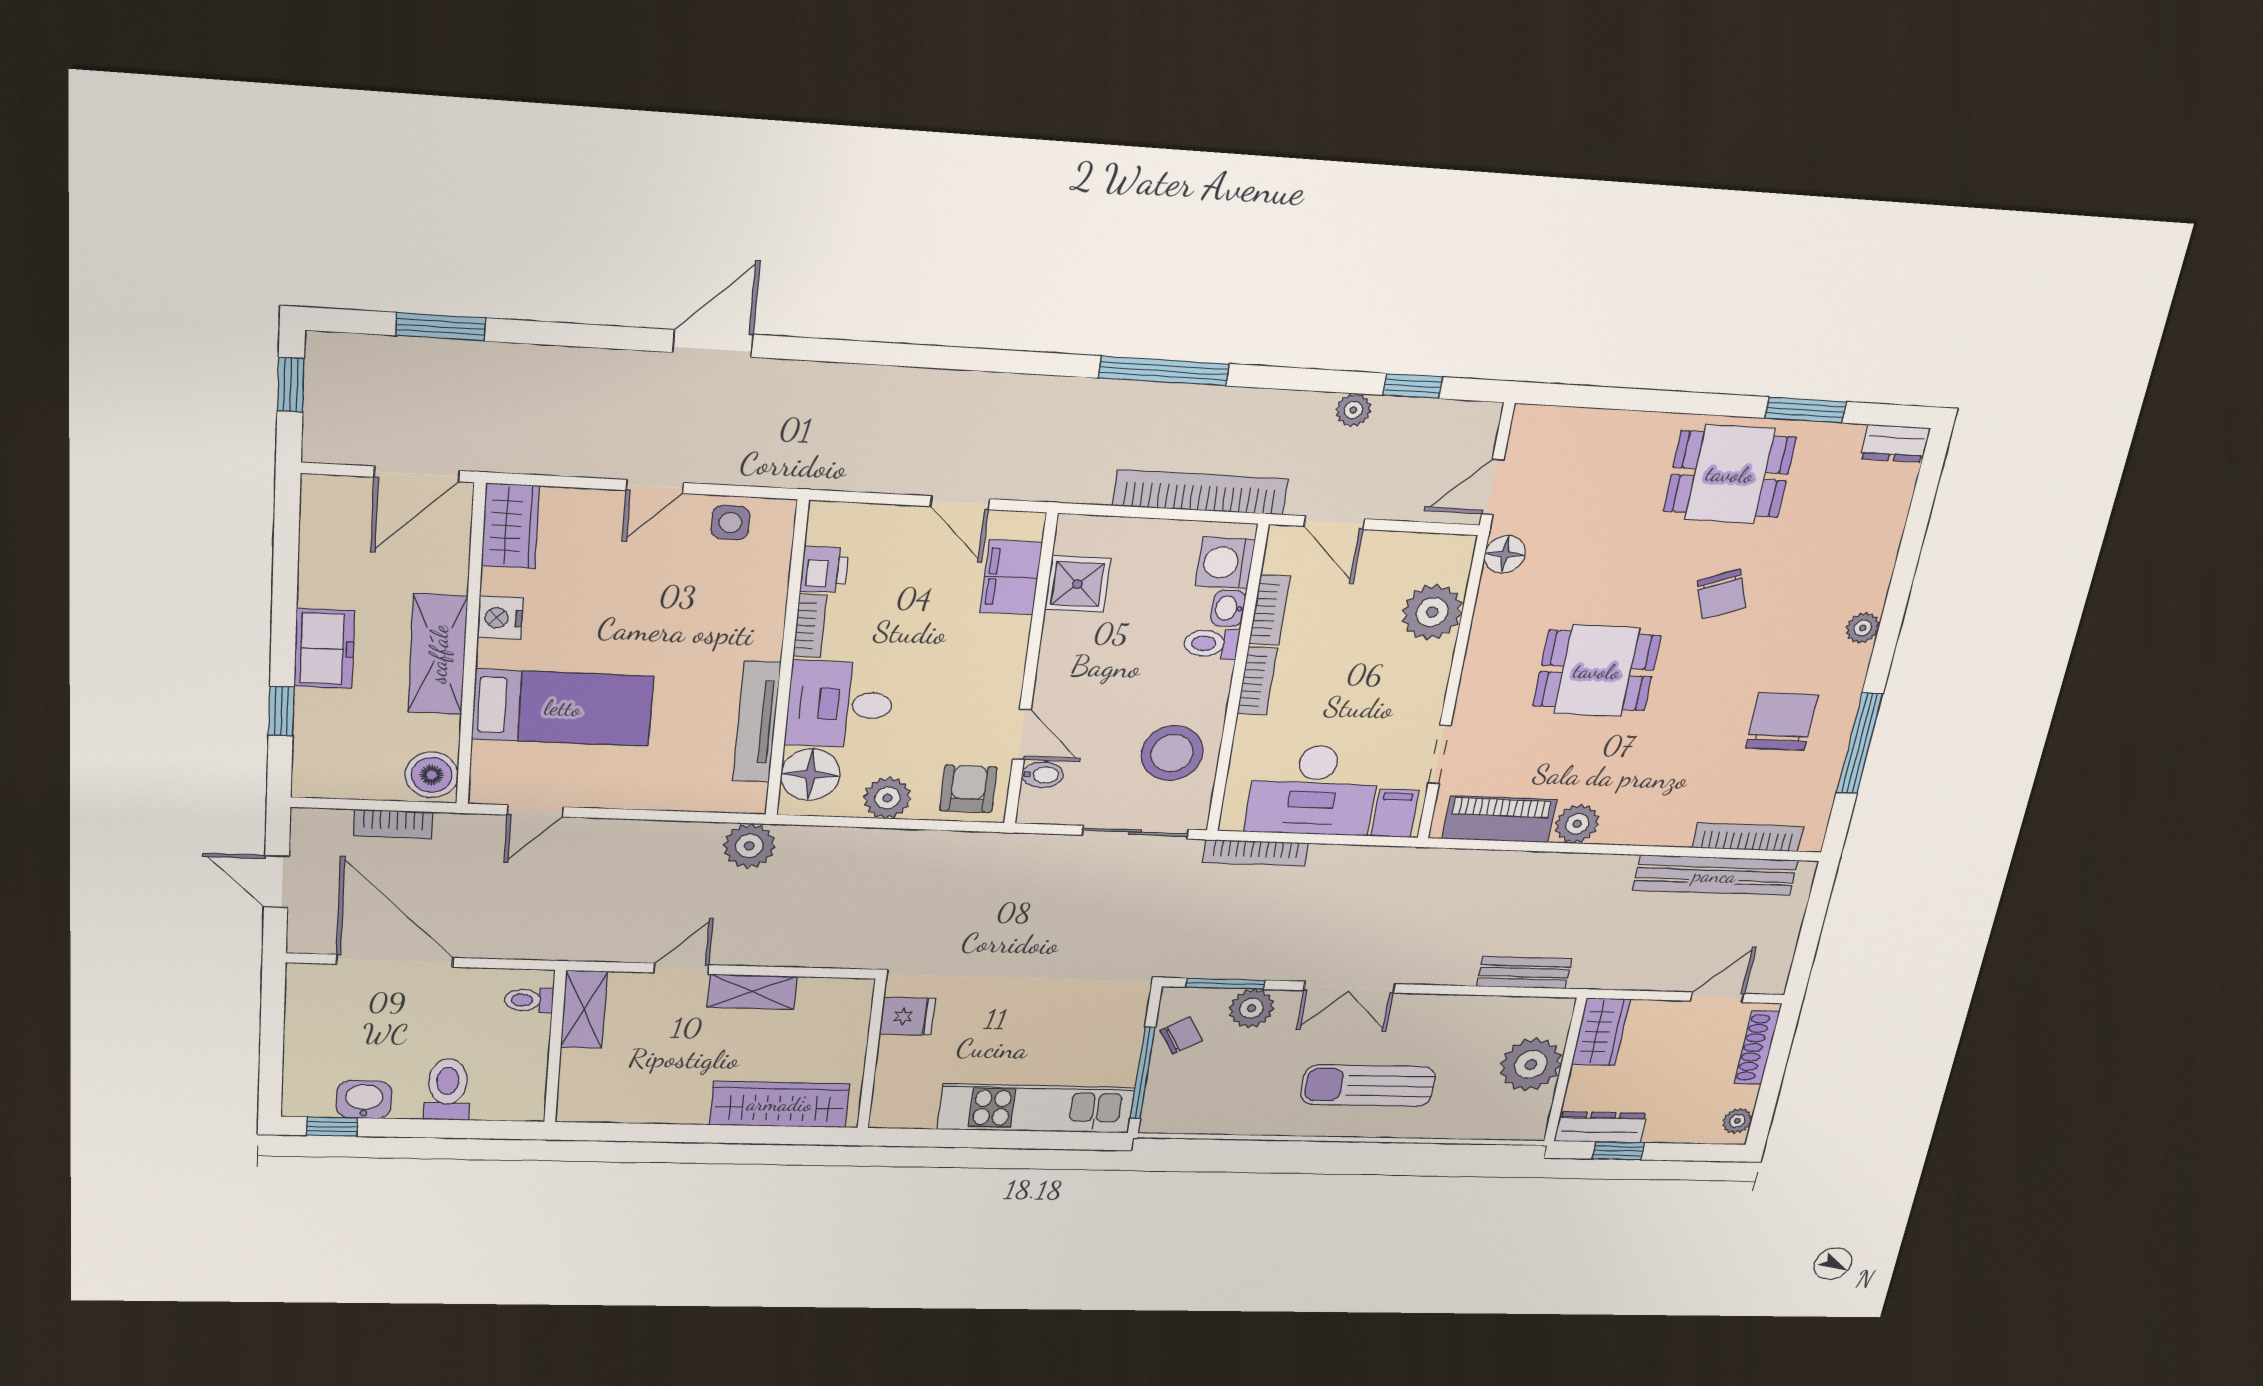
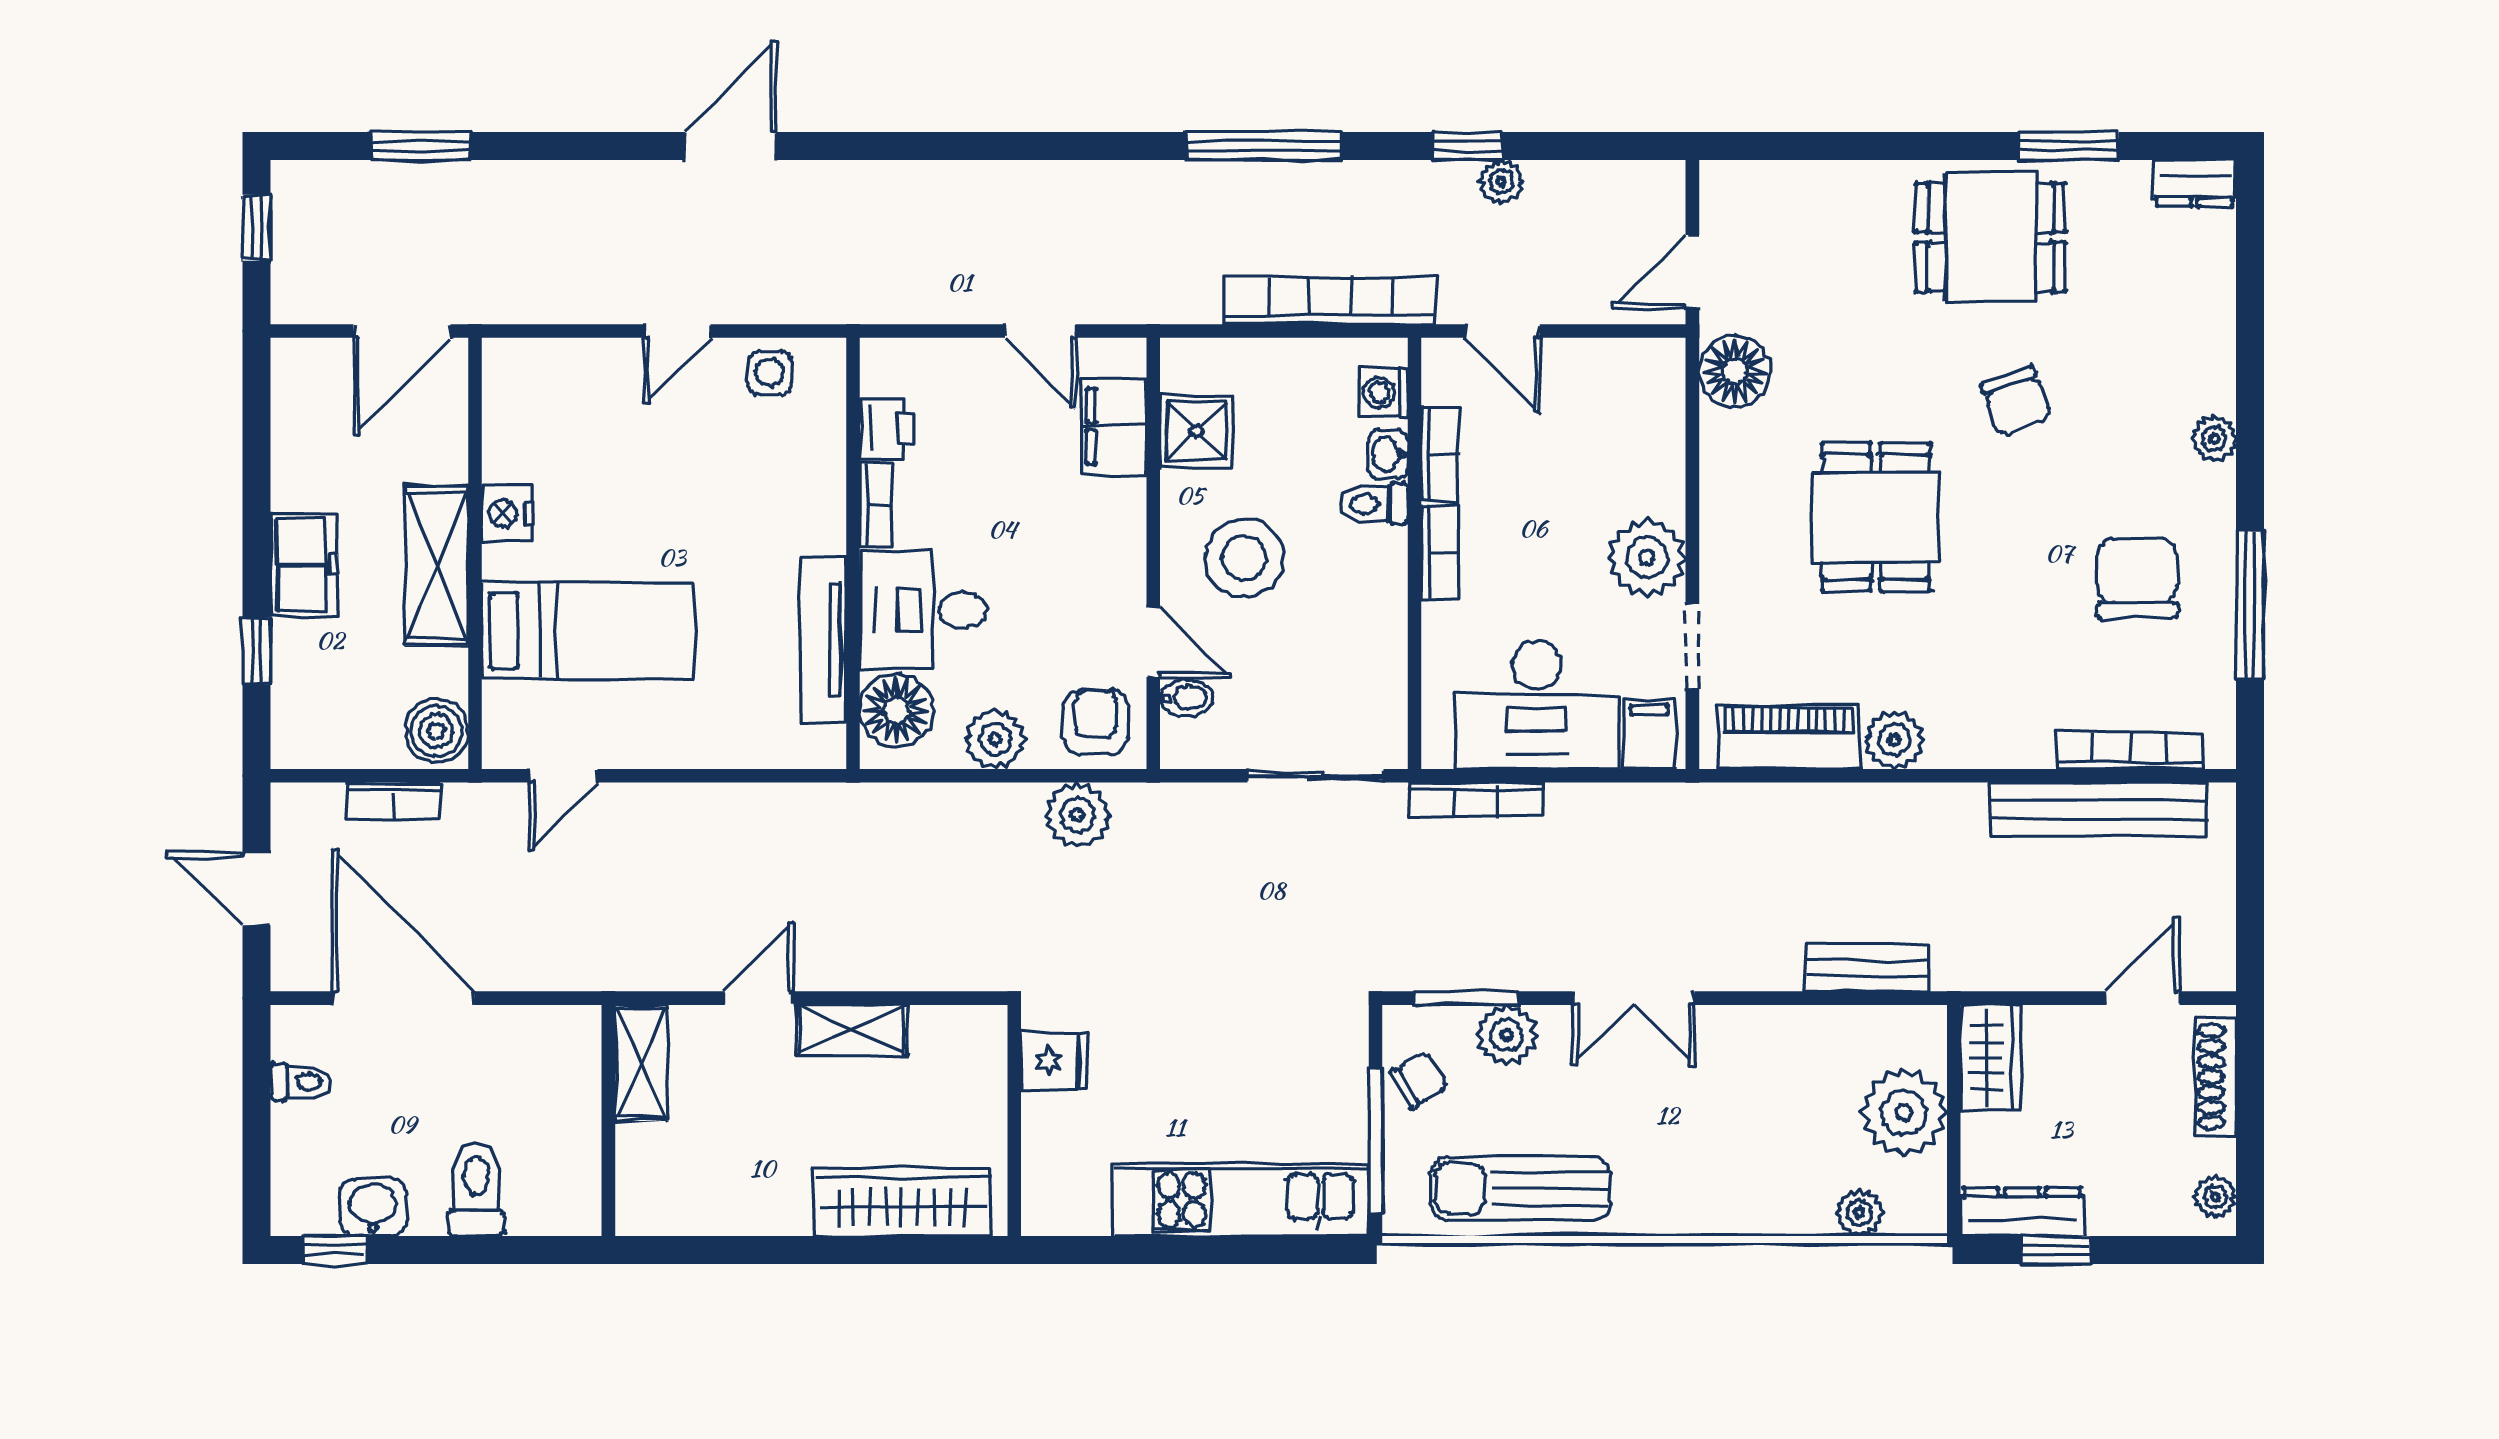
window: (1413, 386) -> (1468, 146), moved
wardrobe: (510, 526) -> (513, 392), removed
floor lamp: (1505, 554) -> (1735, 371), width x1.38, depth x1.38
washing machine: (1225, 563) -> (1384, 392), width x0.73, depth x0.73
plant: (1432, 612) -> (1647, 558), moved
dining table: (1597, 671) -> (1876, 517), turned 90
stool: (1172, 753) -> (1244, 558), moved
plant: (749, 846) -> (1077, 815), moved
toilet: (529, 1000) -> (301, 1082), moved, turned 180
sun lounger: (1368, 1086) -> (1520, 1188), moved
plant: (1486, 1126) -> (1859, 1213), added

